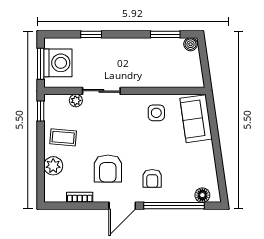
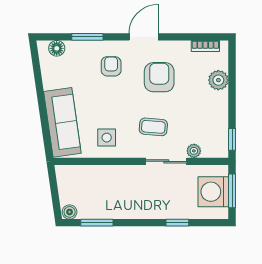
sofa: (196, 119) -> (62, 122), width x1.36
coffee table: (63, 137) -> (153, 127), moved
bookcase: (80, 197) -> (205, 46), moved
window: (174, 206) -> (87, 37), width x0.47

